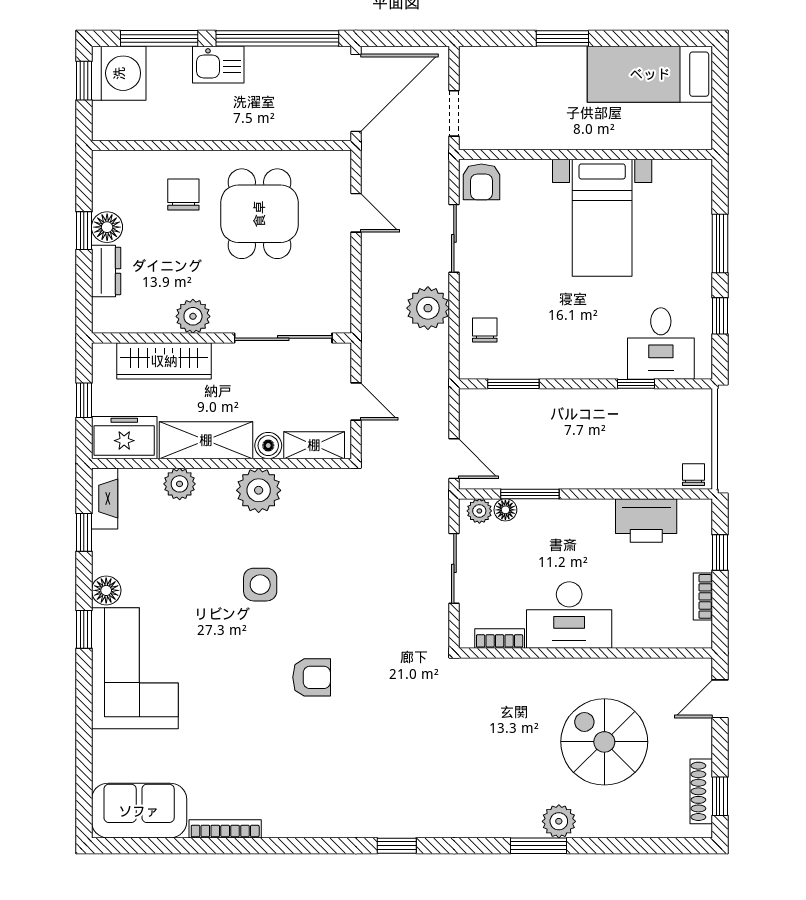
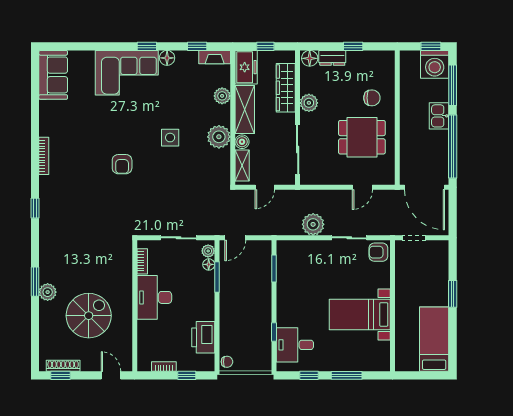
floor lamp: (107, 227) -> (310, 58), moved
chair: (485, 330) -> (302, 254), removed
bookcase: (225, 829) -> (44, 156), moved

